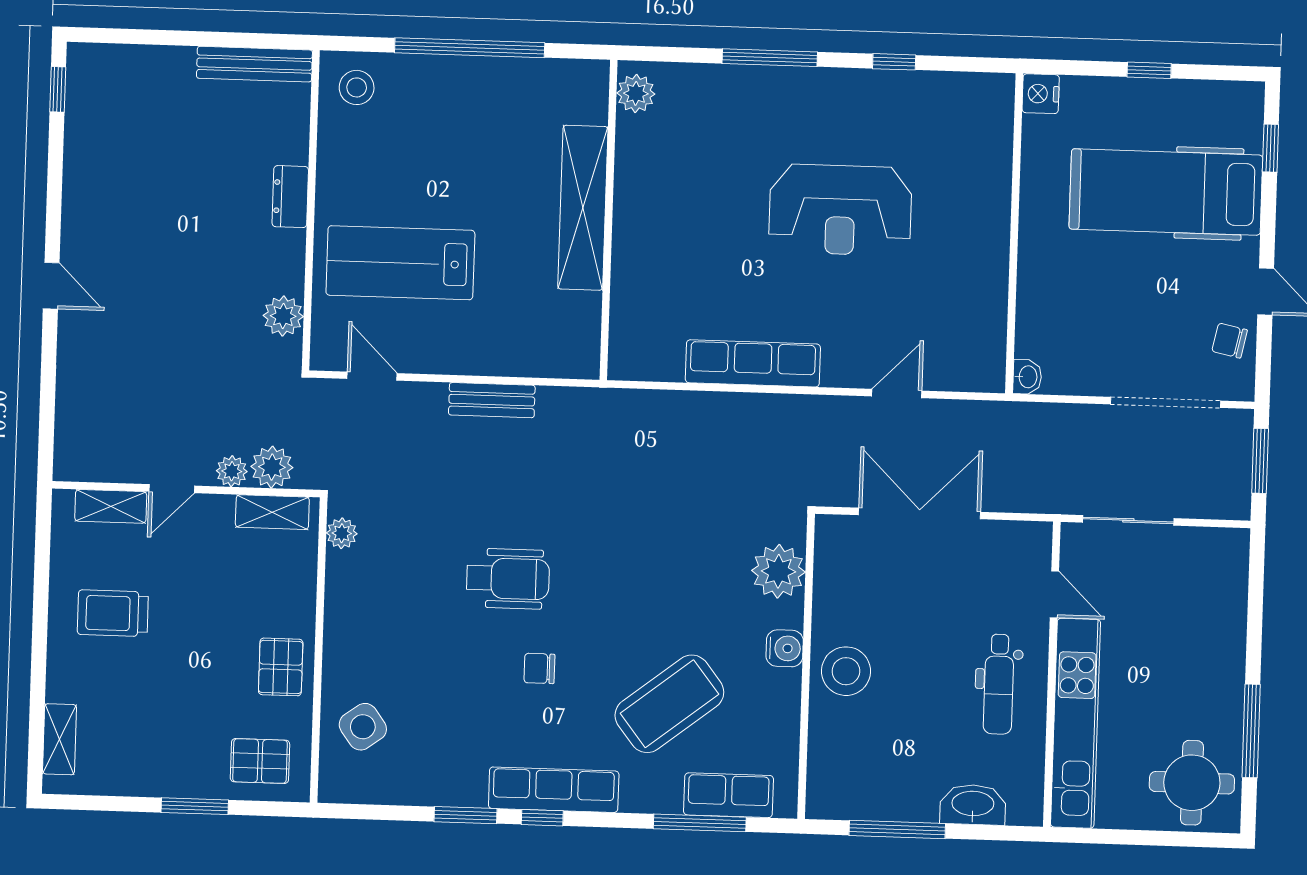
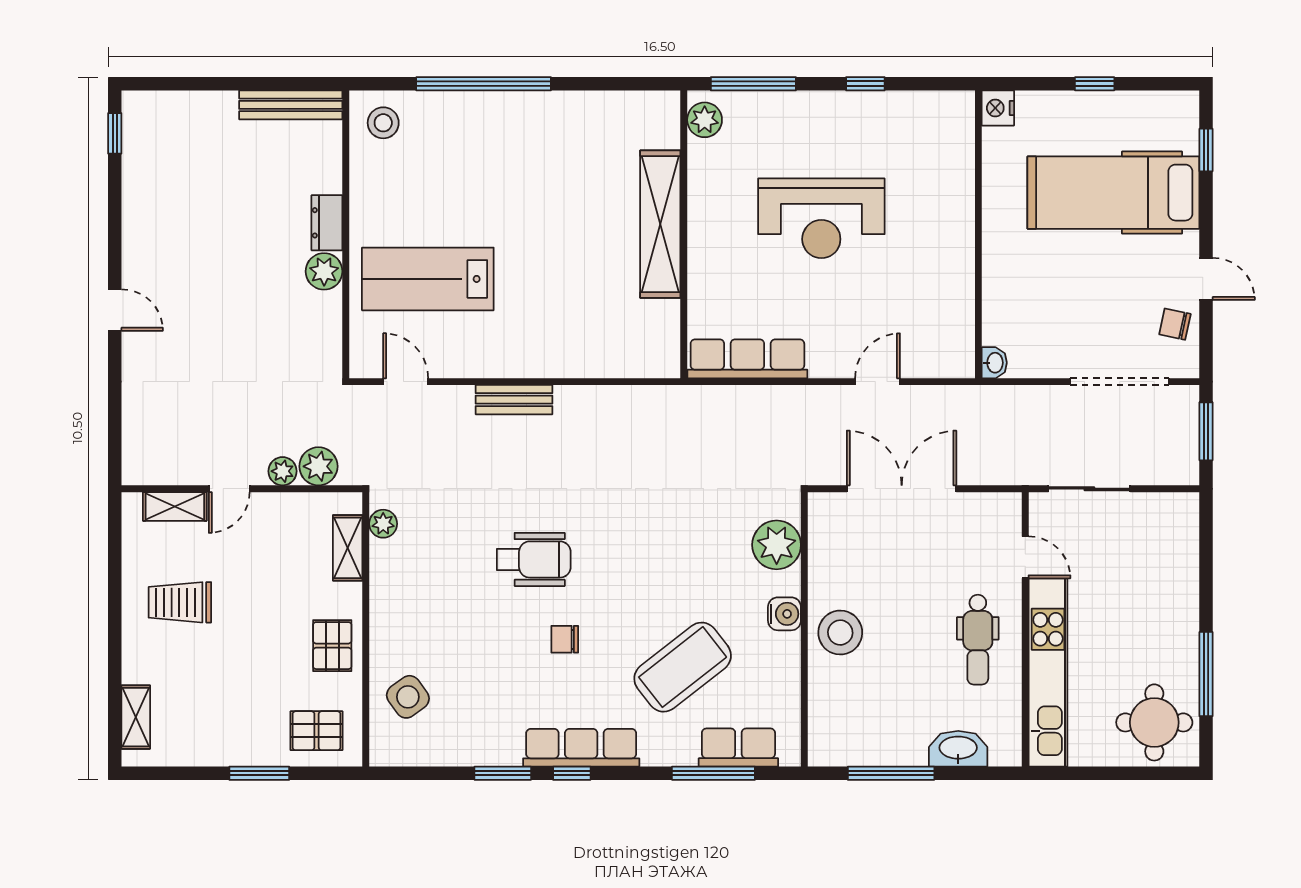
plant: (636, 93) -> (705, 120), moved
shelving: (583, 208) -> (660, 224), moved
wall: (609, 220) -> (684, 234), moved
plant: (283, 316) -> (324, 271), moved
shelving: (272, 512) -> (348, 548), moved, turned 90

